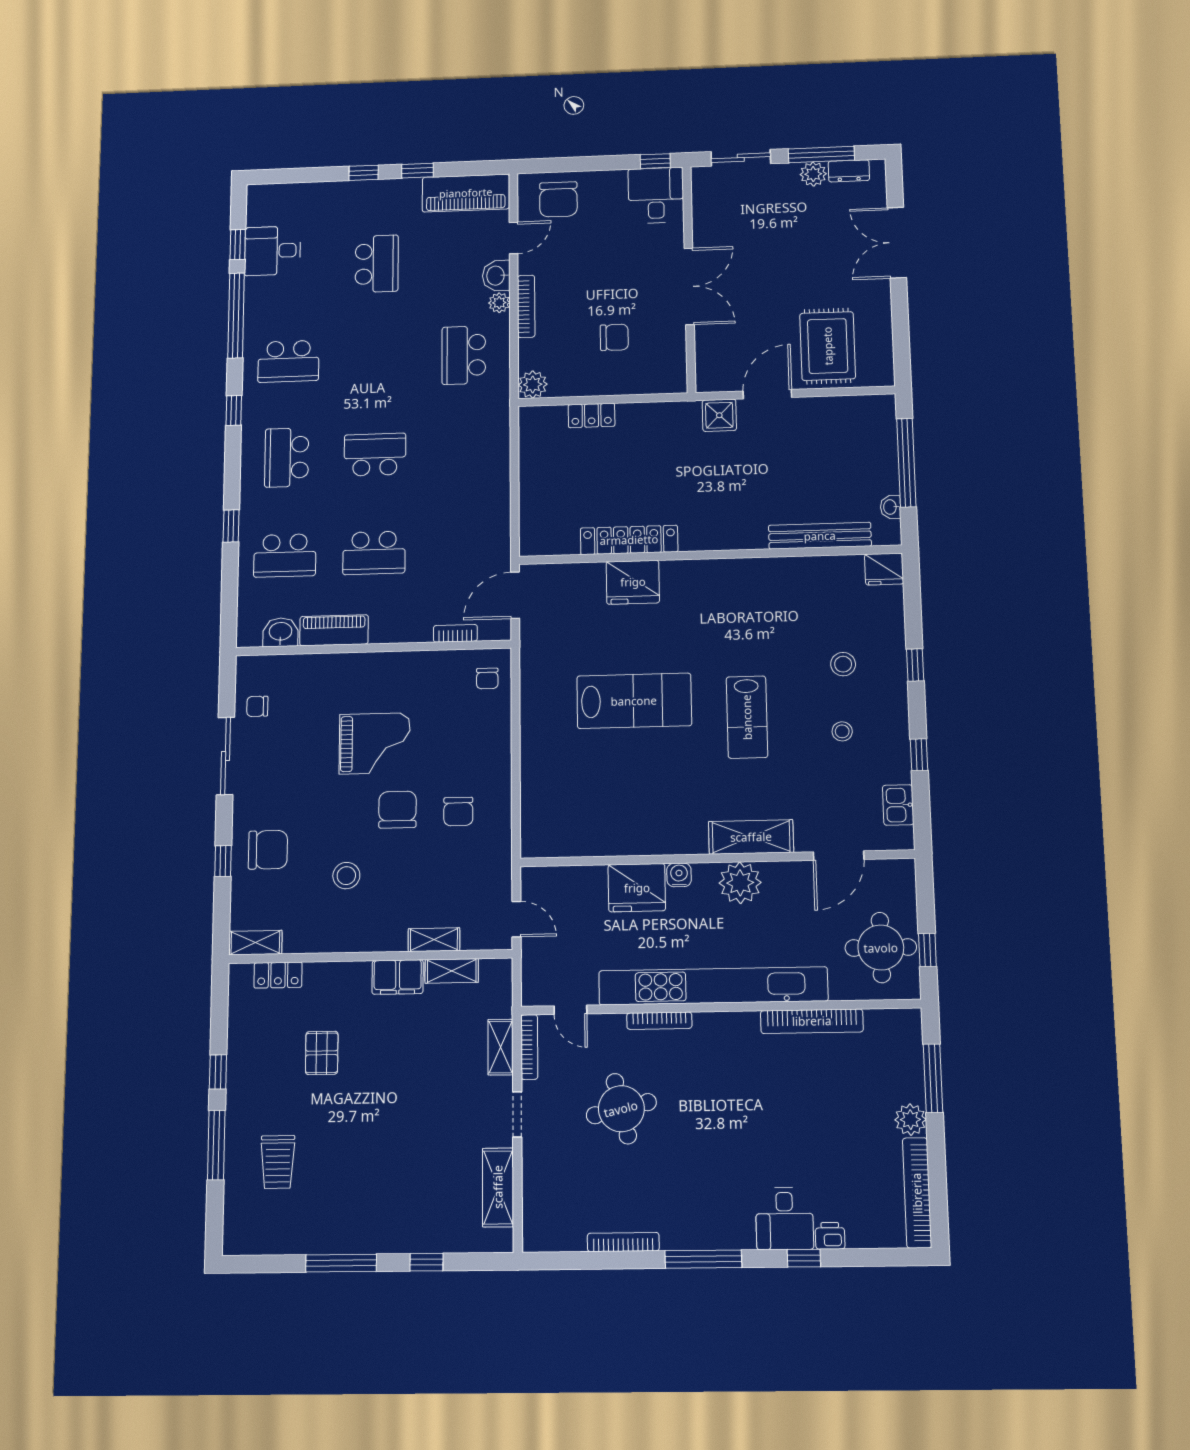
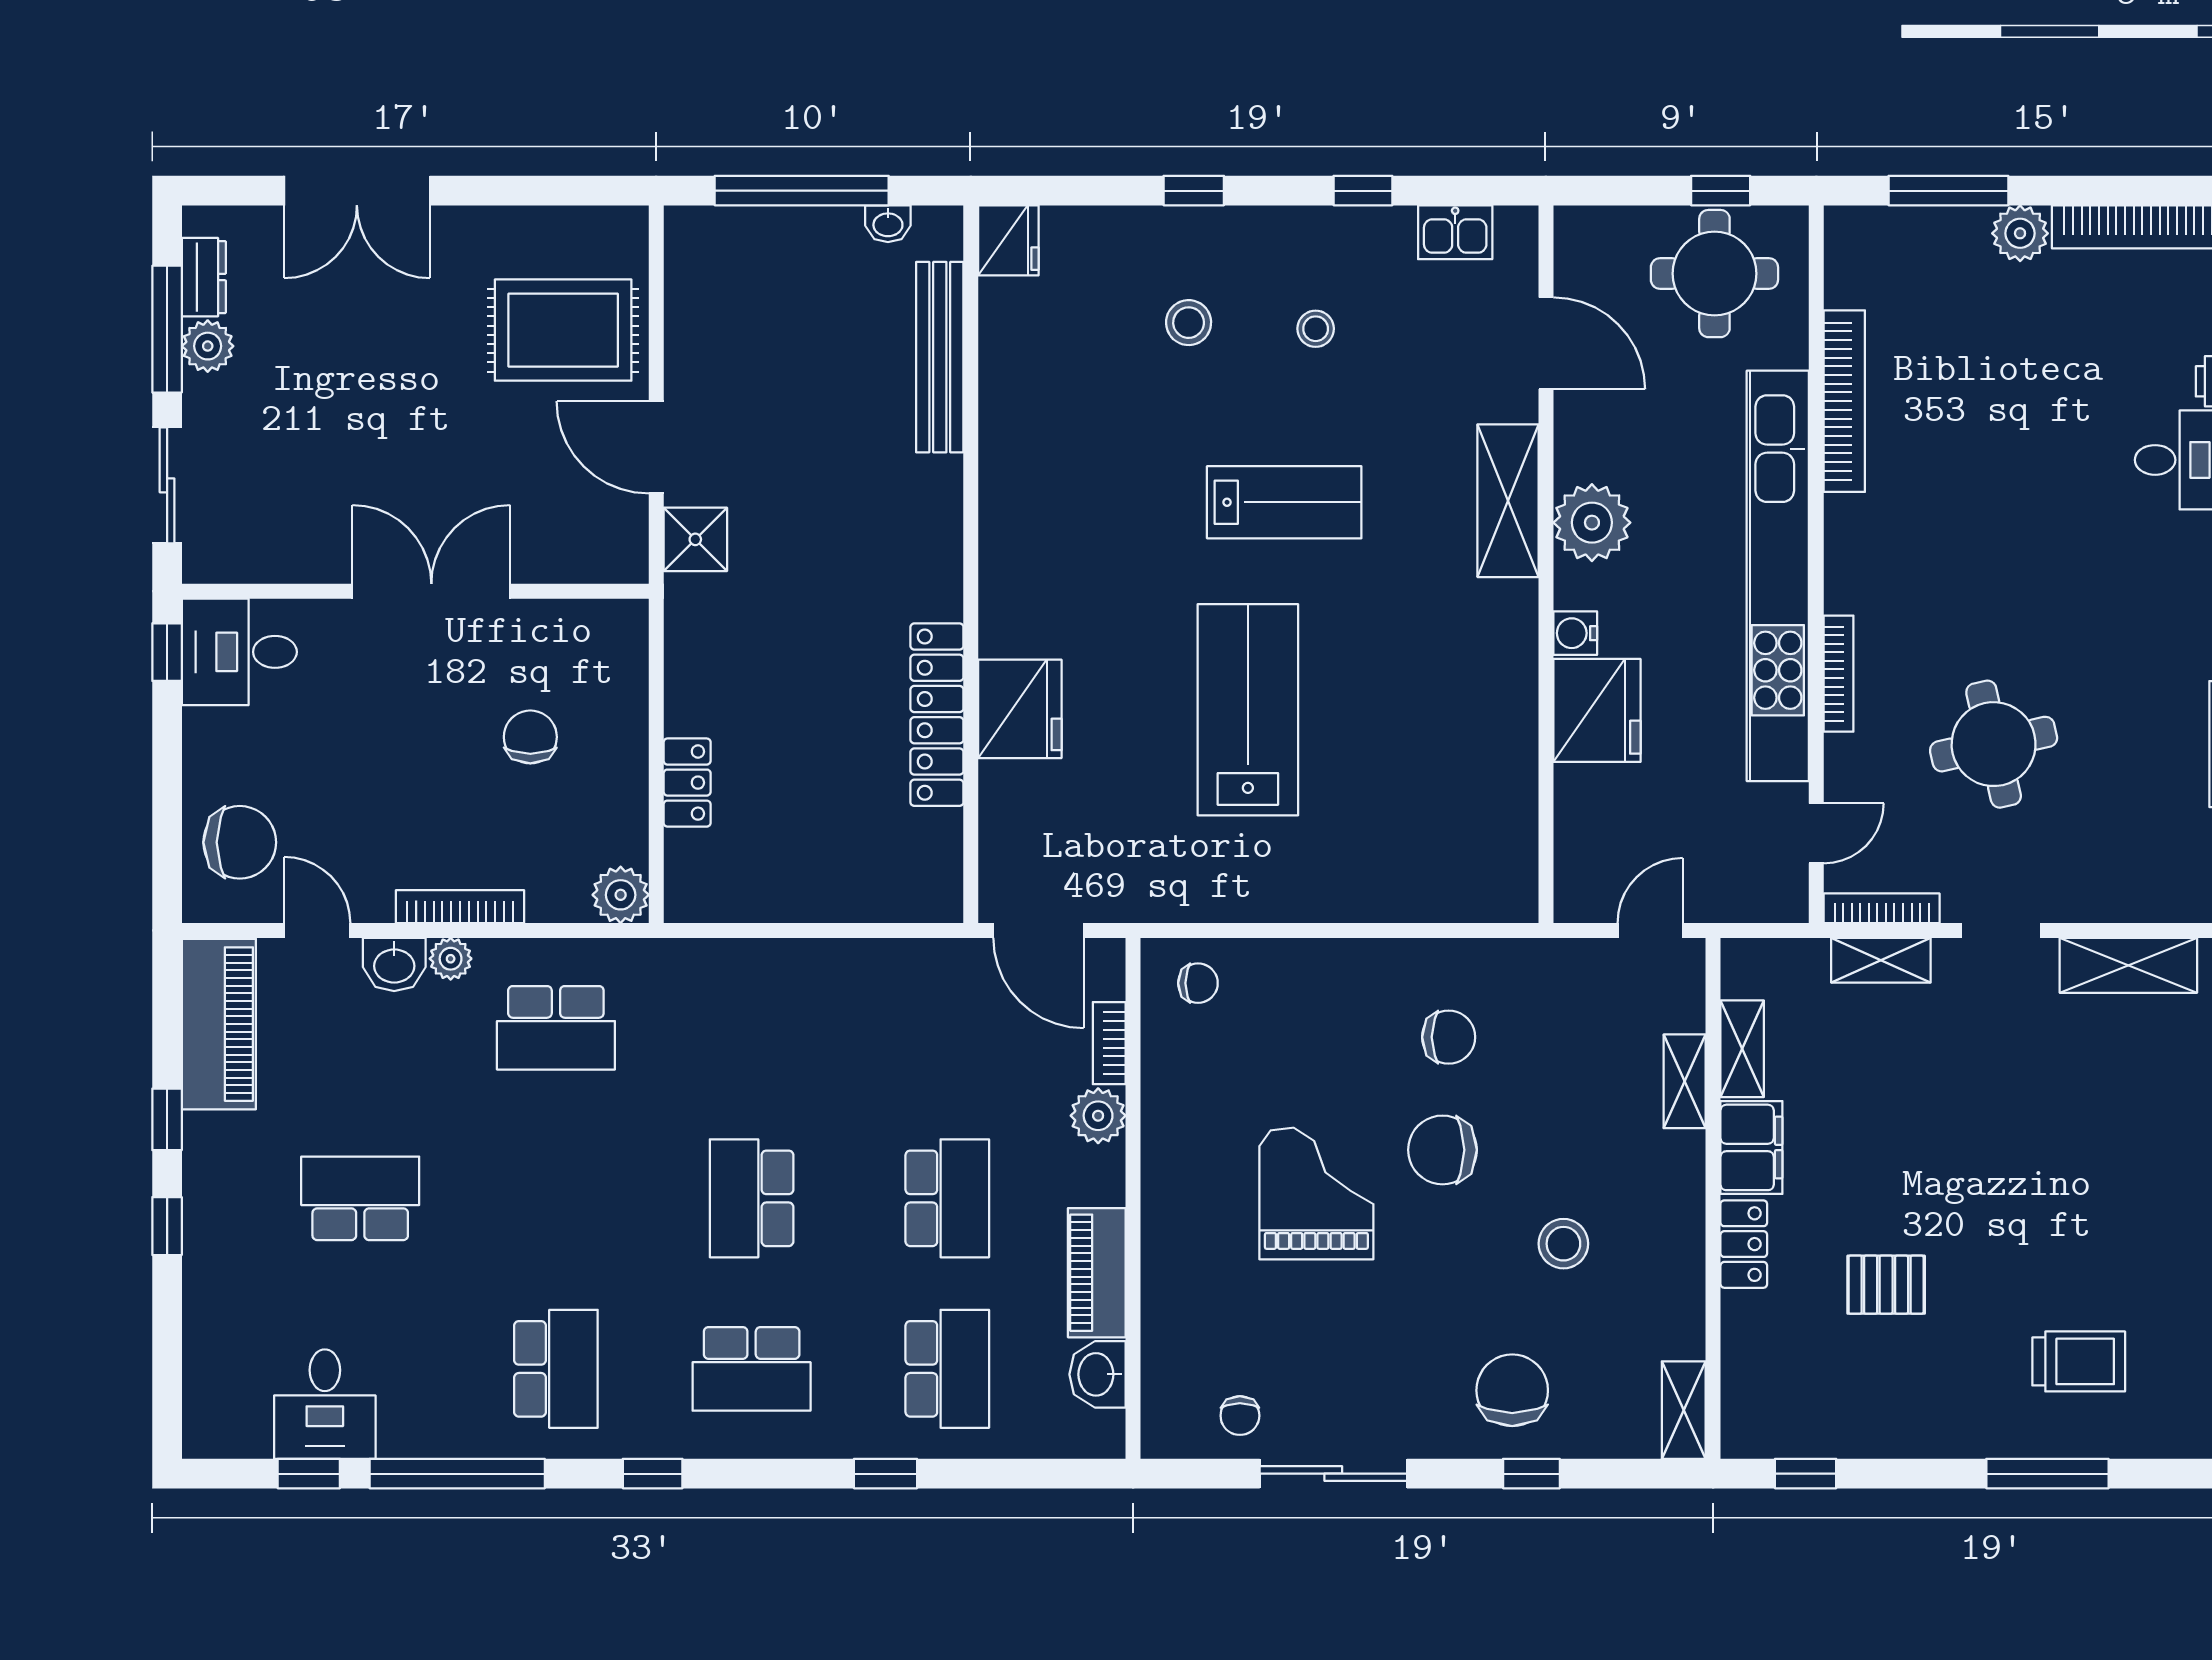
plant: (417, 629) -> (1098, 1116), added
locker: (278, 975) -> (1744, 1244), moved
window: (218, 1072) -> (1806, 1474), moved

